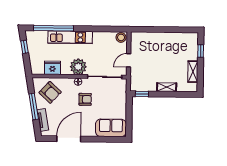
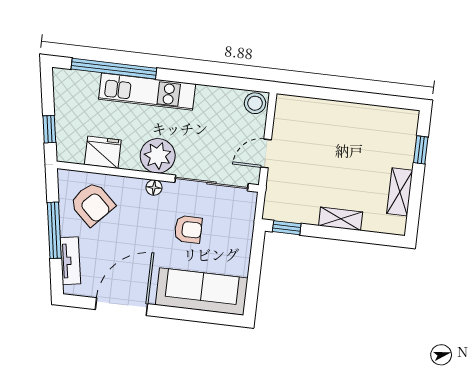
window: (24, 47) -> (49, 129), moved
armchair: (85, 99) -> (188, 229), moved
sofa: (111, 128) -> (202, 291), width x1.36

